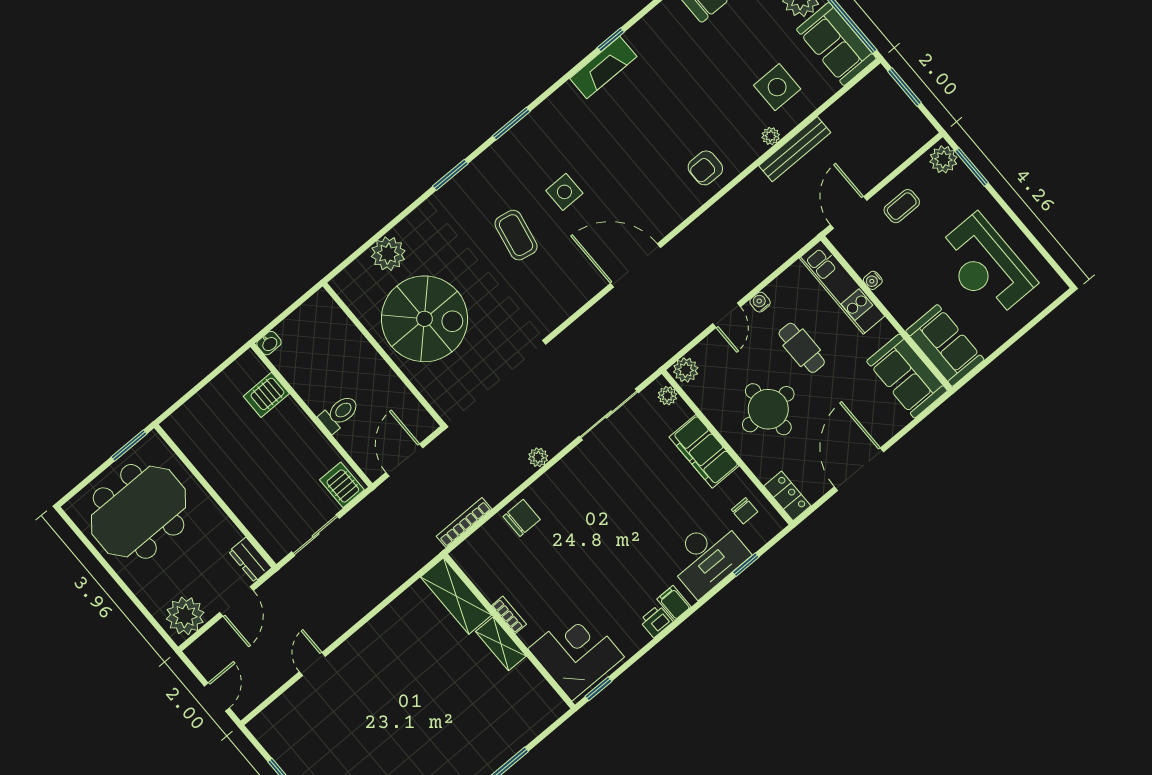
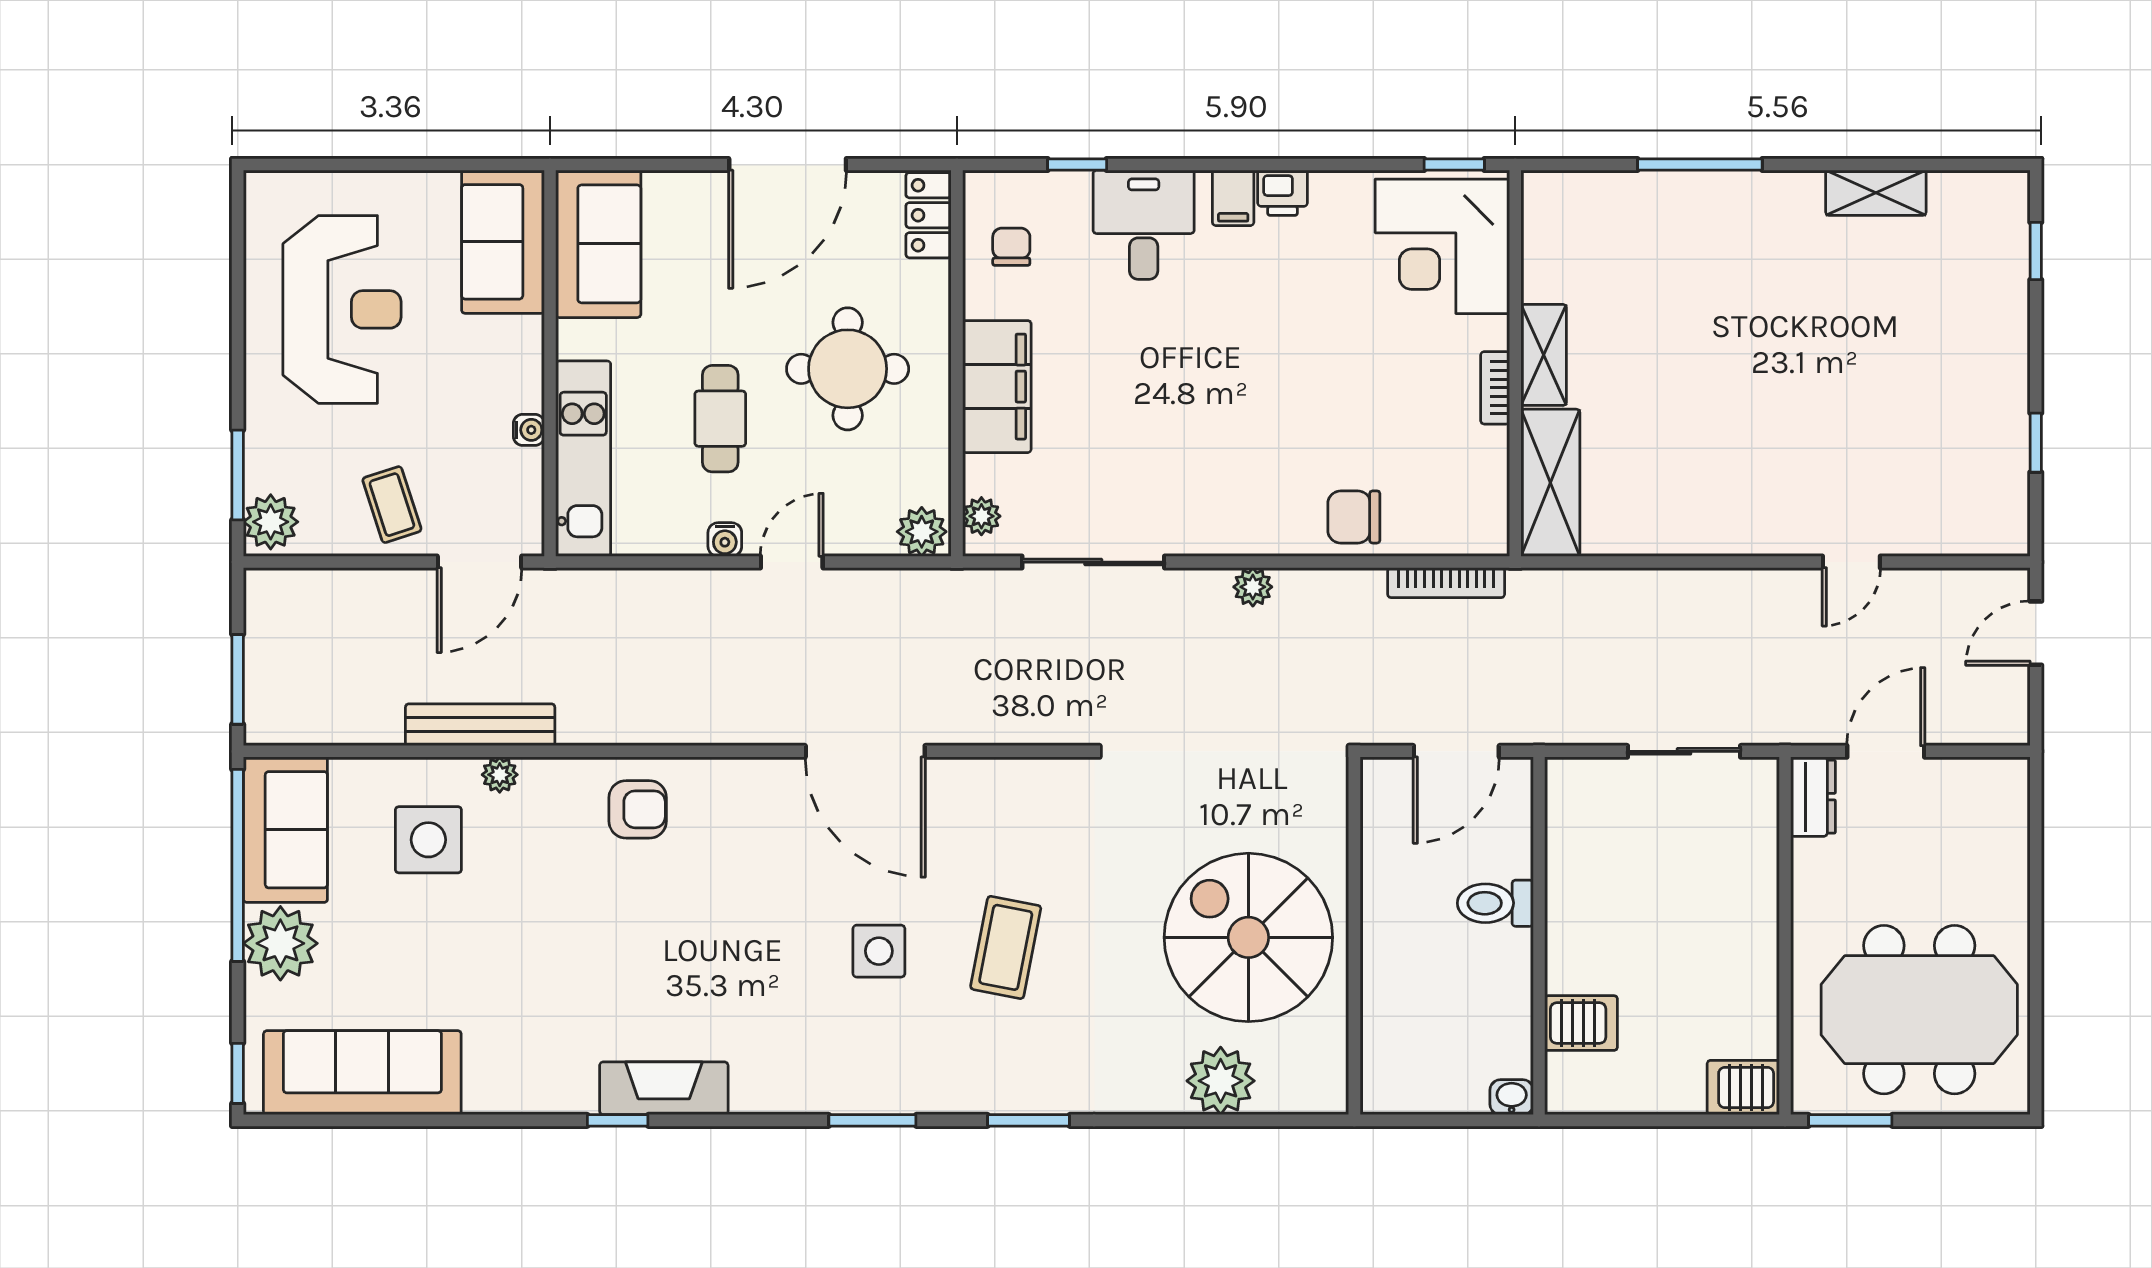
coffee table: (902, 206) -> (392, 505), turned 72
server rack: (342, 485) -> (1743, 1088), moved, turned 90
desk: (707, 557) -> (1144, 225), width x0.73
plant: (185, 616) -> (1981, 795), removed

